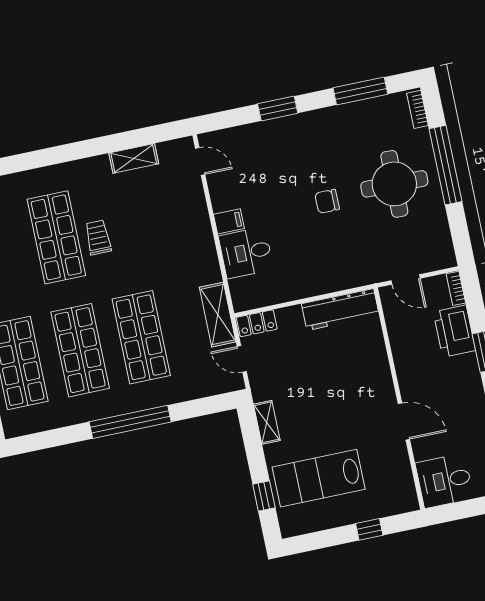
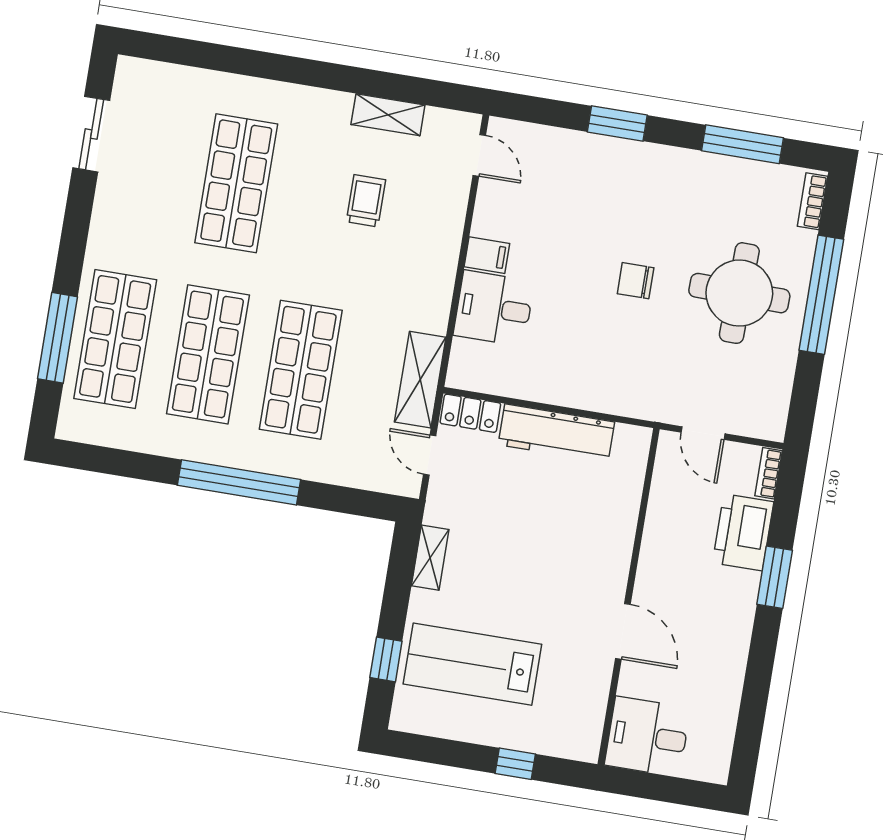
trolley: (98, 237) -> (366, 201), moved
workbench: (340, 310) -> (556, 433), moved

